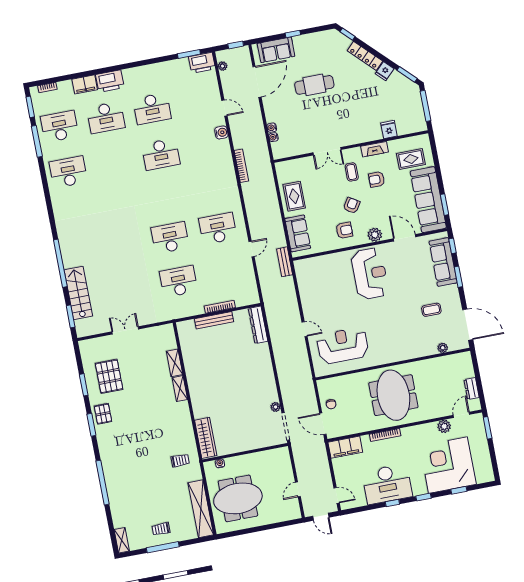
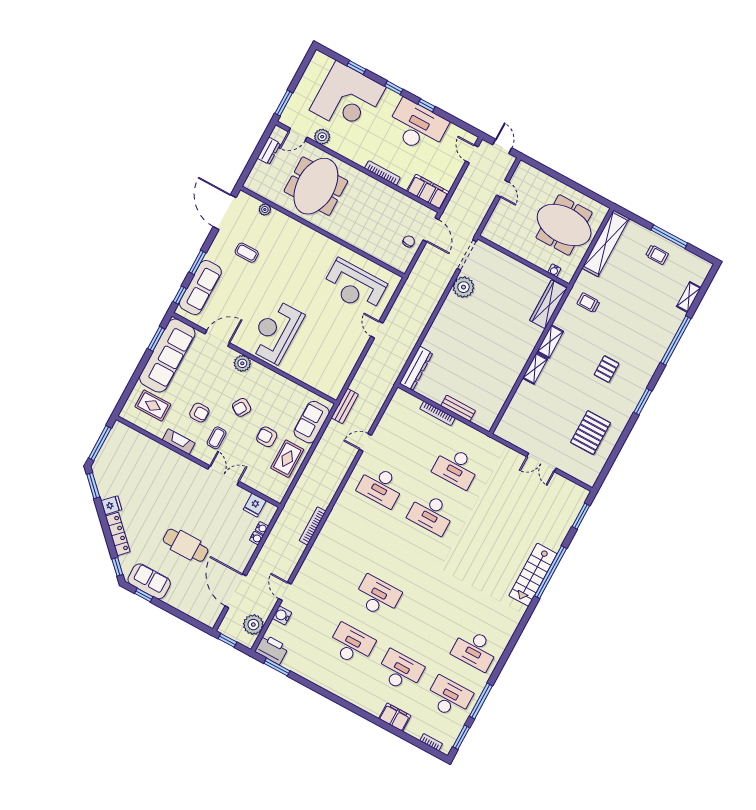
window: (293, 34) -> (144, 595), moved
sofa: (276, 50) -> (149, 581), moved
plant: (223, 66) -> (253, 625), width x1.87, depth x1.87
printer: (110, 81) -> (369, 701), removed
door: (257, 82) -> (236, 591), hinge flipped
desk: (60, 126) -> (449, 698), turned 180
fridge: (389, 129) -> (255, 505), moved
water cooler: (221, 132) -> (282, 615), moved
armchair: (344, 230) -> (267, 437), moved
door: (405, 238) -> (217, 338), swing flipped
stairs: (78, 293) -> (533, 575), moved
bench: (214, 320) -> (458, 408), width x0.73
shelving: (175, 363) -> (550, 341), moved
window: (84, 385) -> (620, 444), removed
meeting table: (393, 395) -> (316, 186), moved
plant: (276, 407) -> (463, 287), width x1.88, depth x1.88
pallet: (103, 414) -> (607, 369), moved
door: (298, 489) -> (503, 189), hinge flipped
shelving: (122, 540) -> (689, 297), moved

